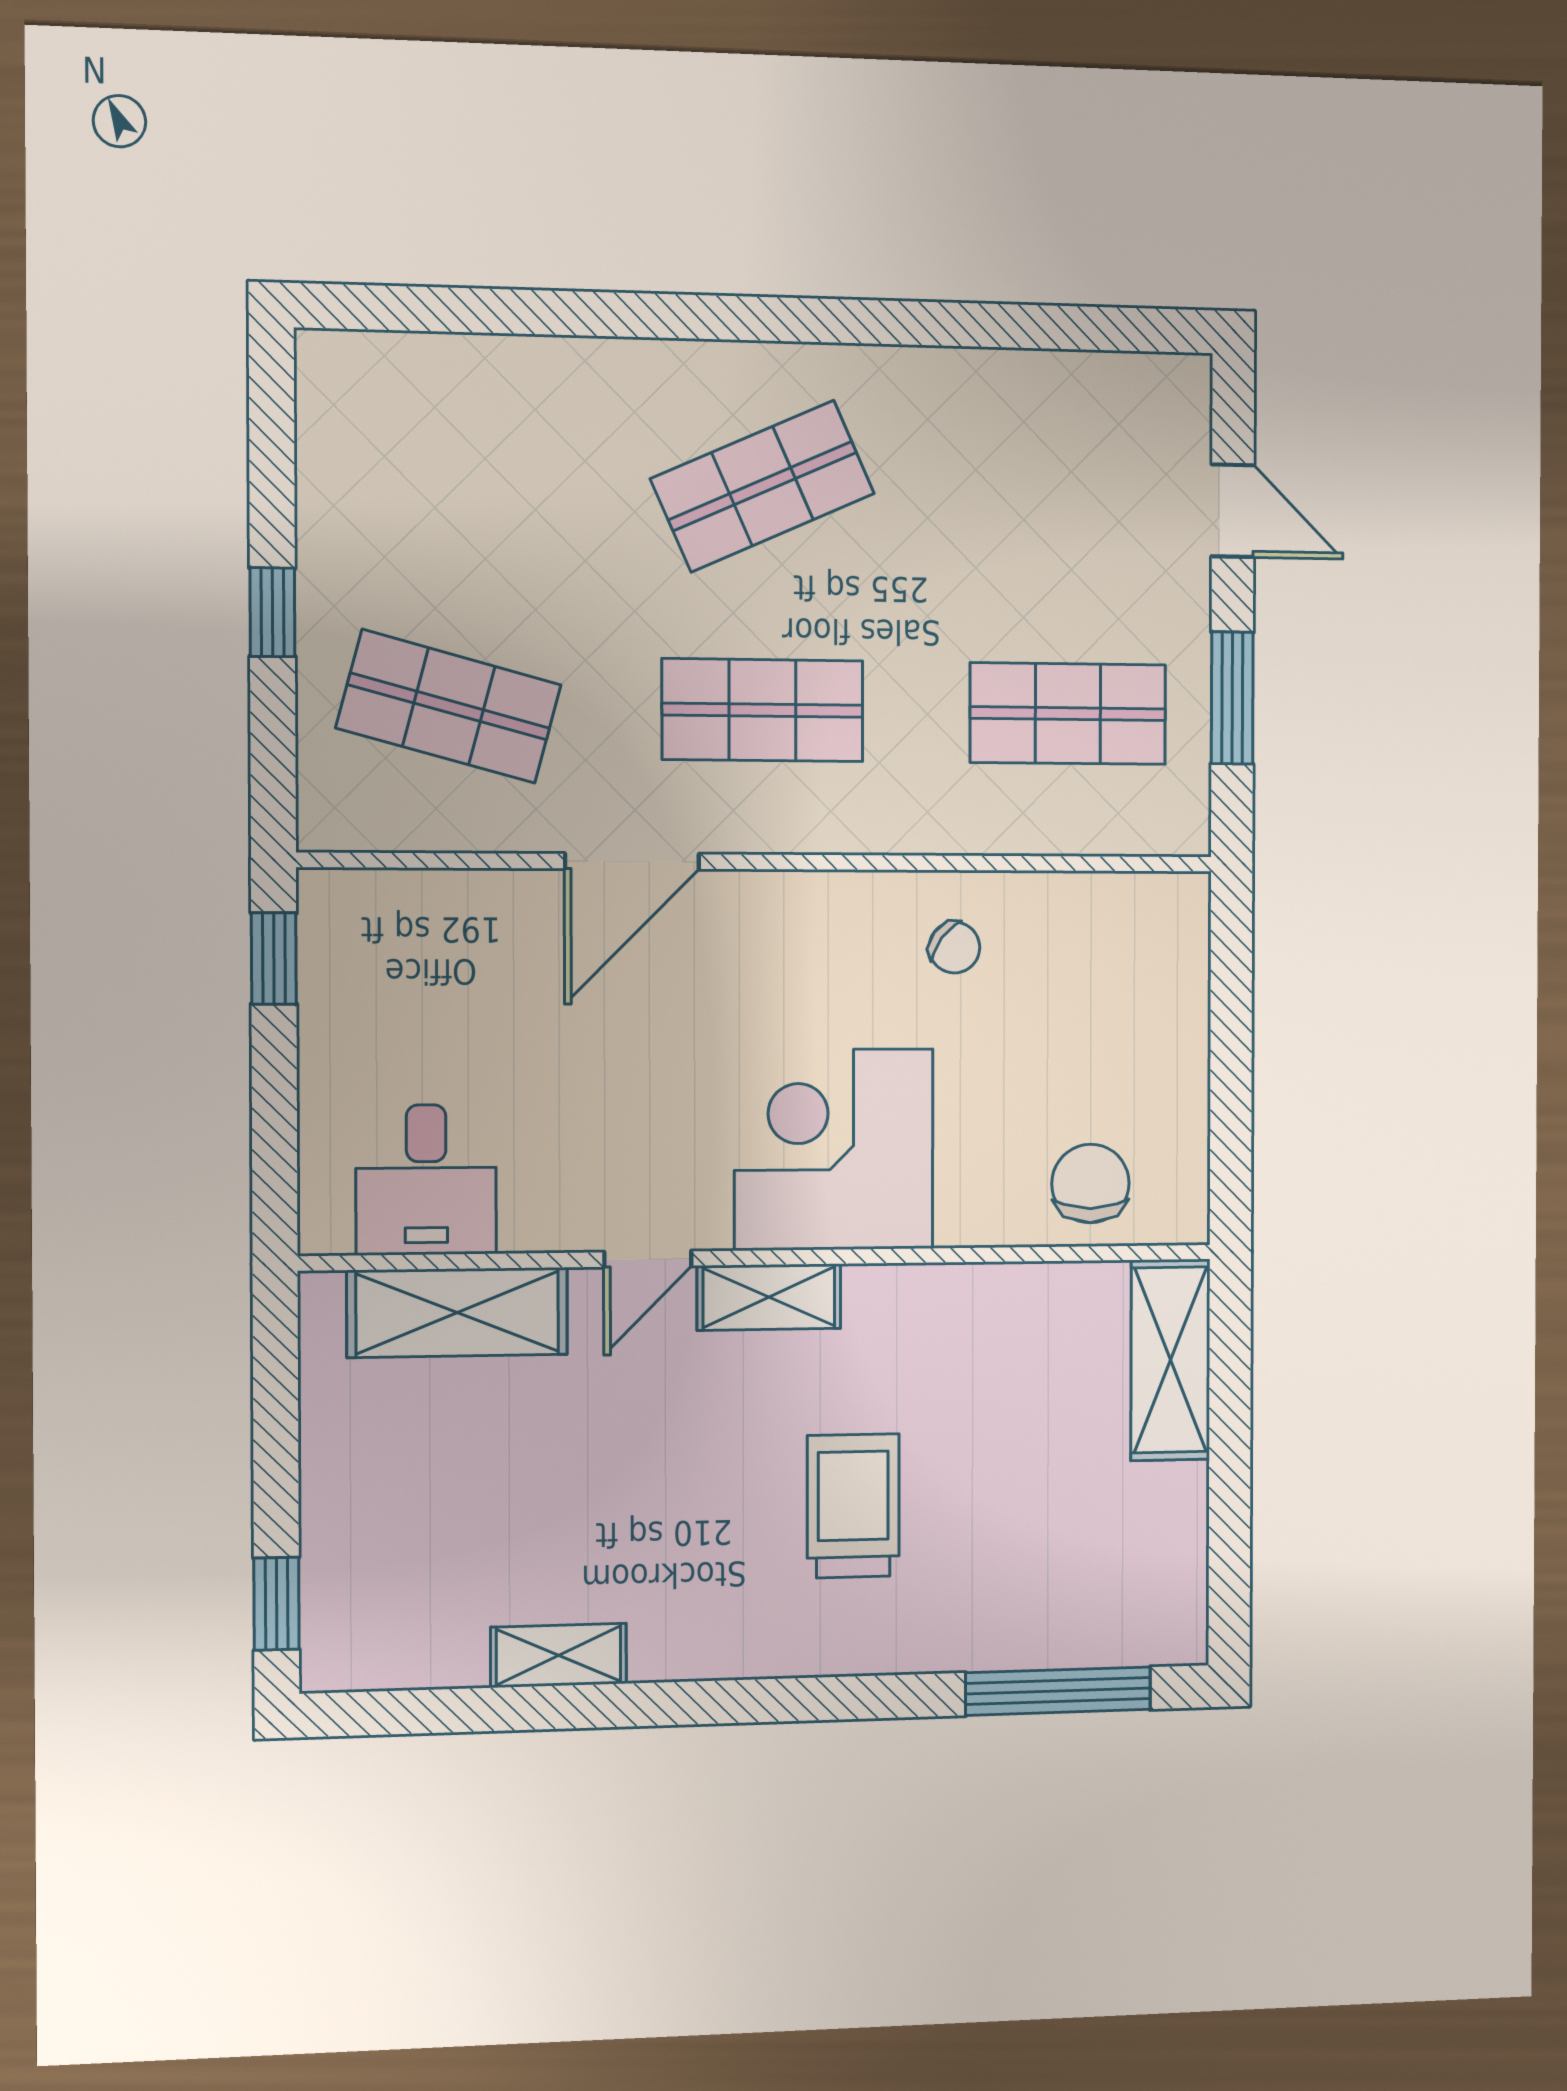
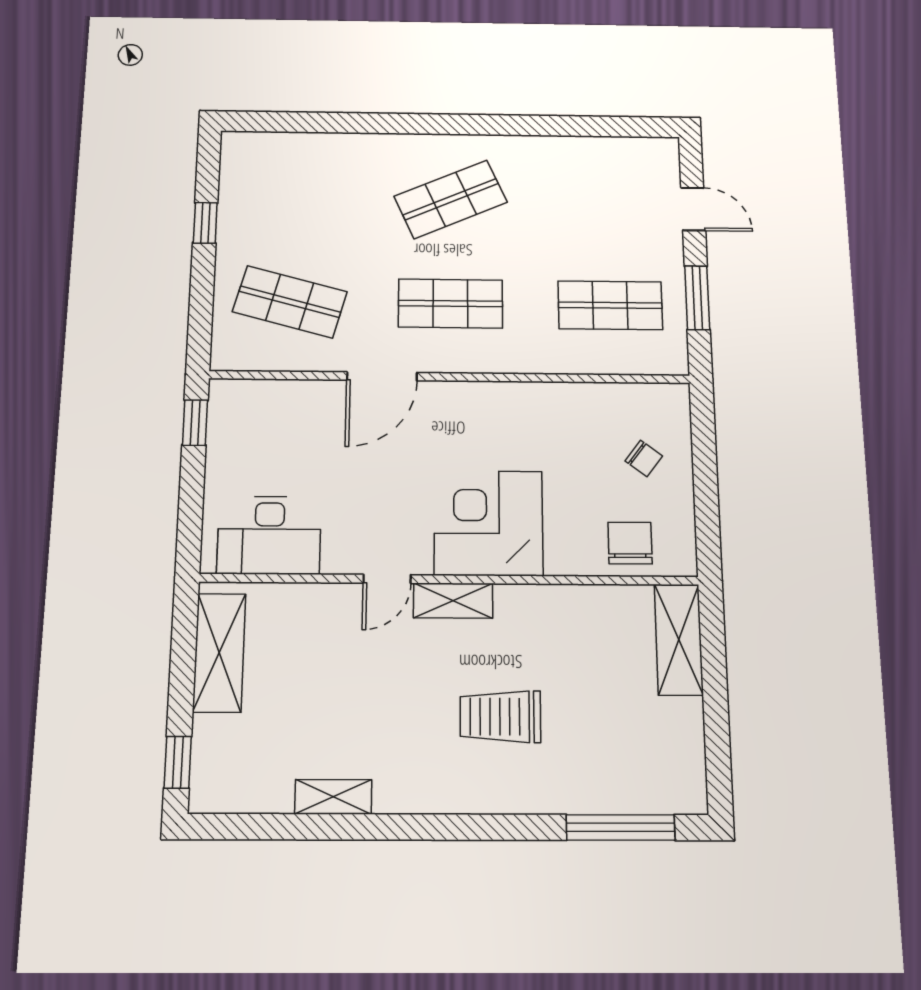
window: (272, 612) -> (205, 223), moved
chair: (954, 947) -> (644, 458), moved
desk: (426, 1180) -> (269, 535), width x1.37
shelving: (457, 1312) -> (219, 652), moved, turned 90
trolley: (853, 1506) -> (500, 717), turned -90

